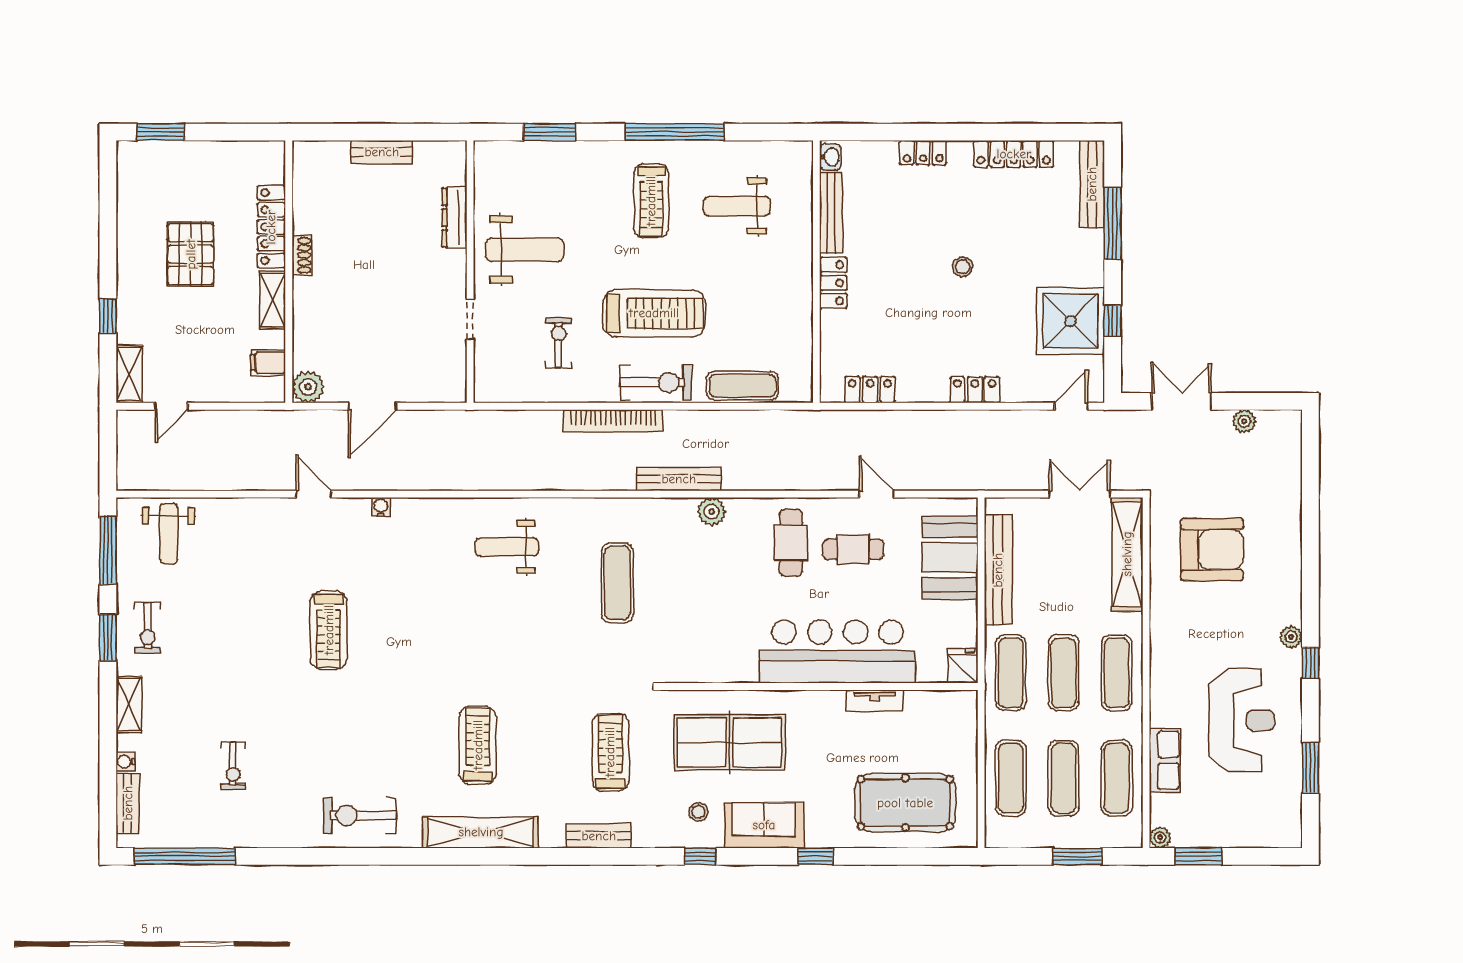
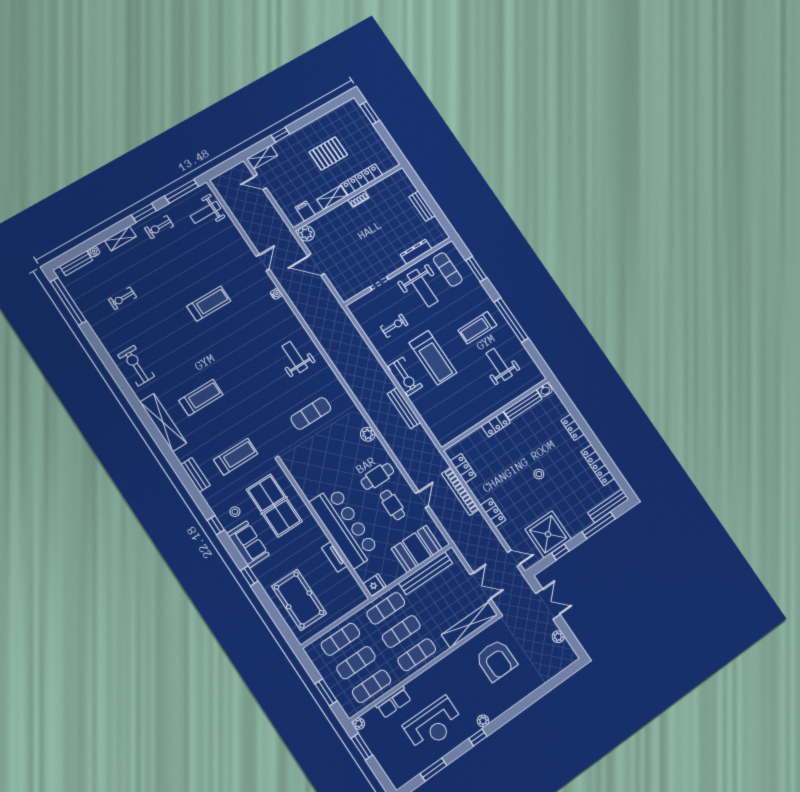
exercise mat: (742, 386) -> (448, 270), moved
bookcase: (613, 421) -> (460, 491), moved
bench: (679, 479) -> (404, 408), moved
treadmill: (329, 630) -> (209, 304), turned 180

